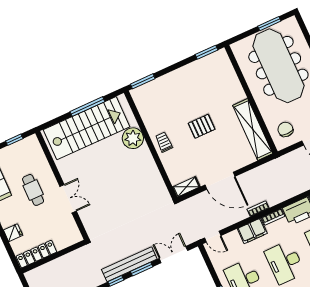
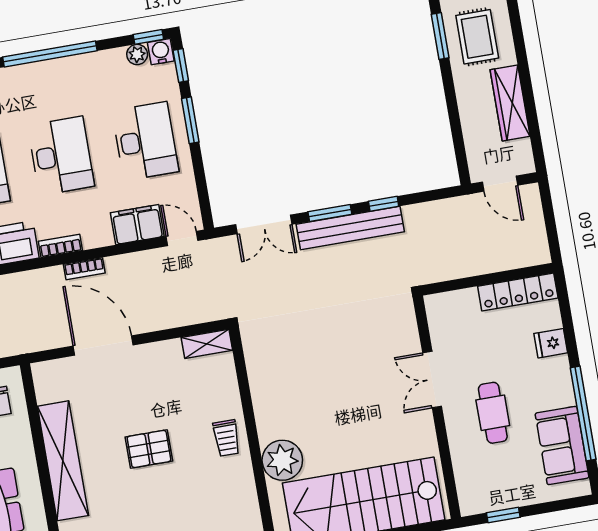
shelving: (253, 129) -> (63, 461), moved
door: (220, 181) -> (103, 346), moved
filing cabinet: (252, 231) -> (137, 225), moved

